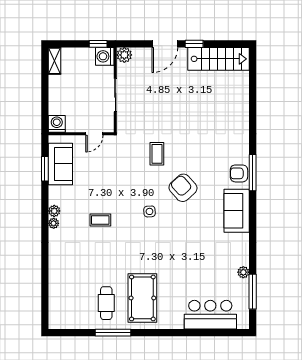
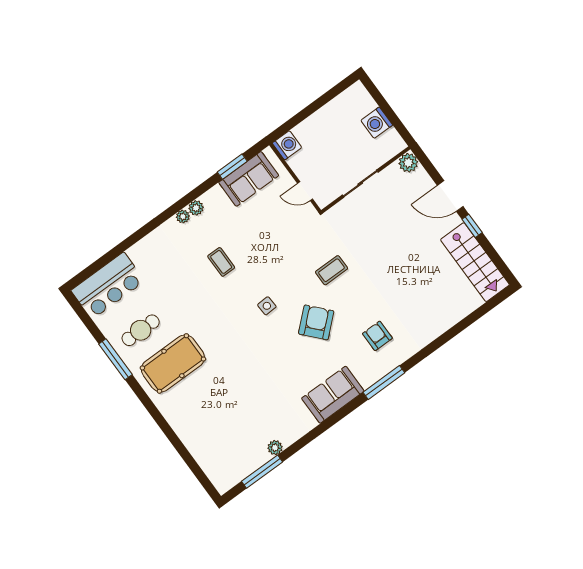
window: (98, 44) -> (400, 127), removed
washing machine: (105, 56) -> (377, 123), moved, turned -90
shelving: (54, 61) -> (350, 96), removed
armchair: (239, 173) -> (377, 336), moved
bar counter: (210, 315) -> (108, 286), moved, turned 90

